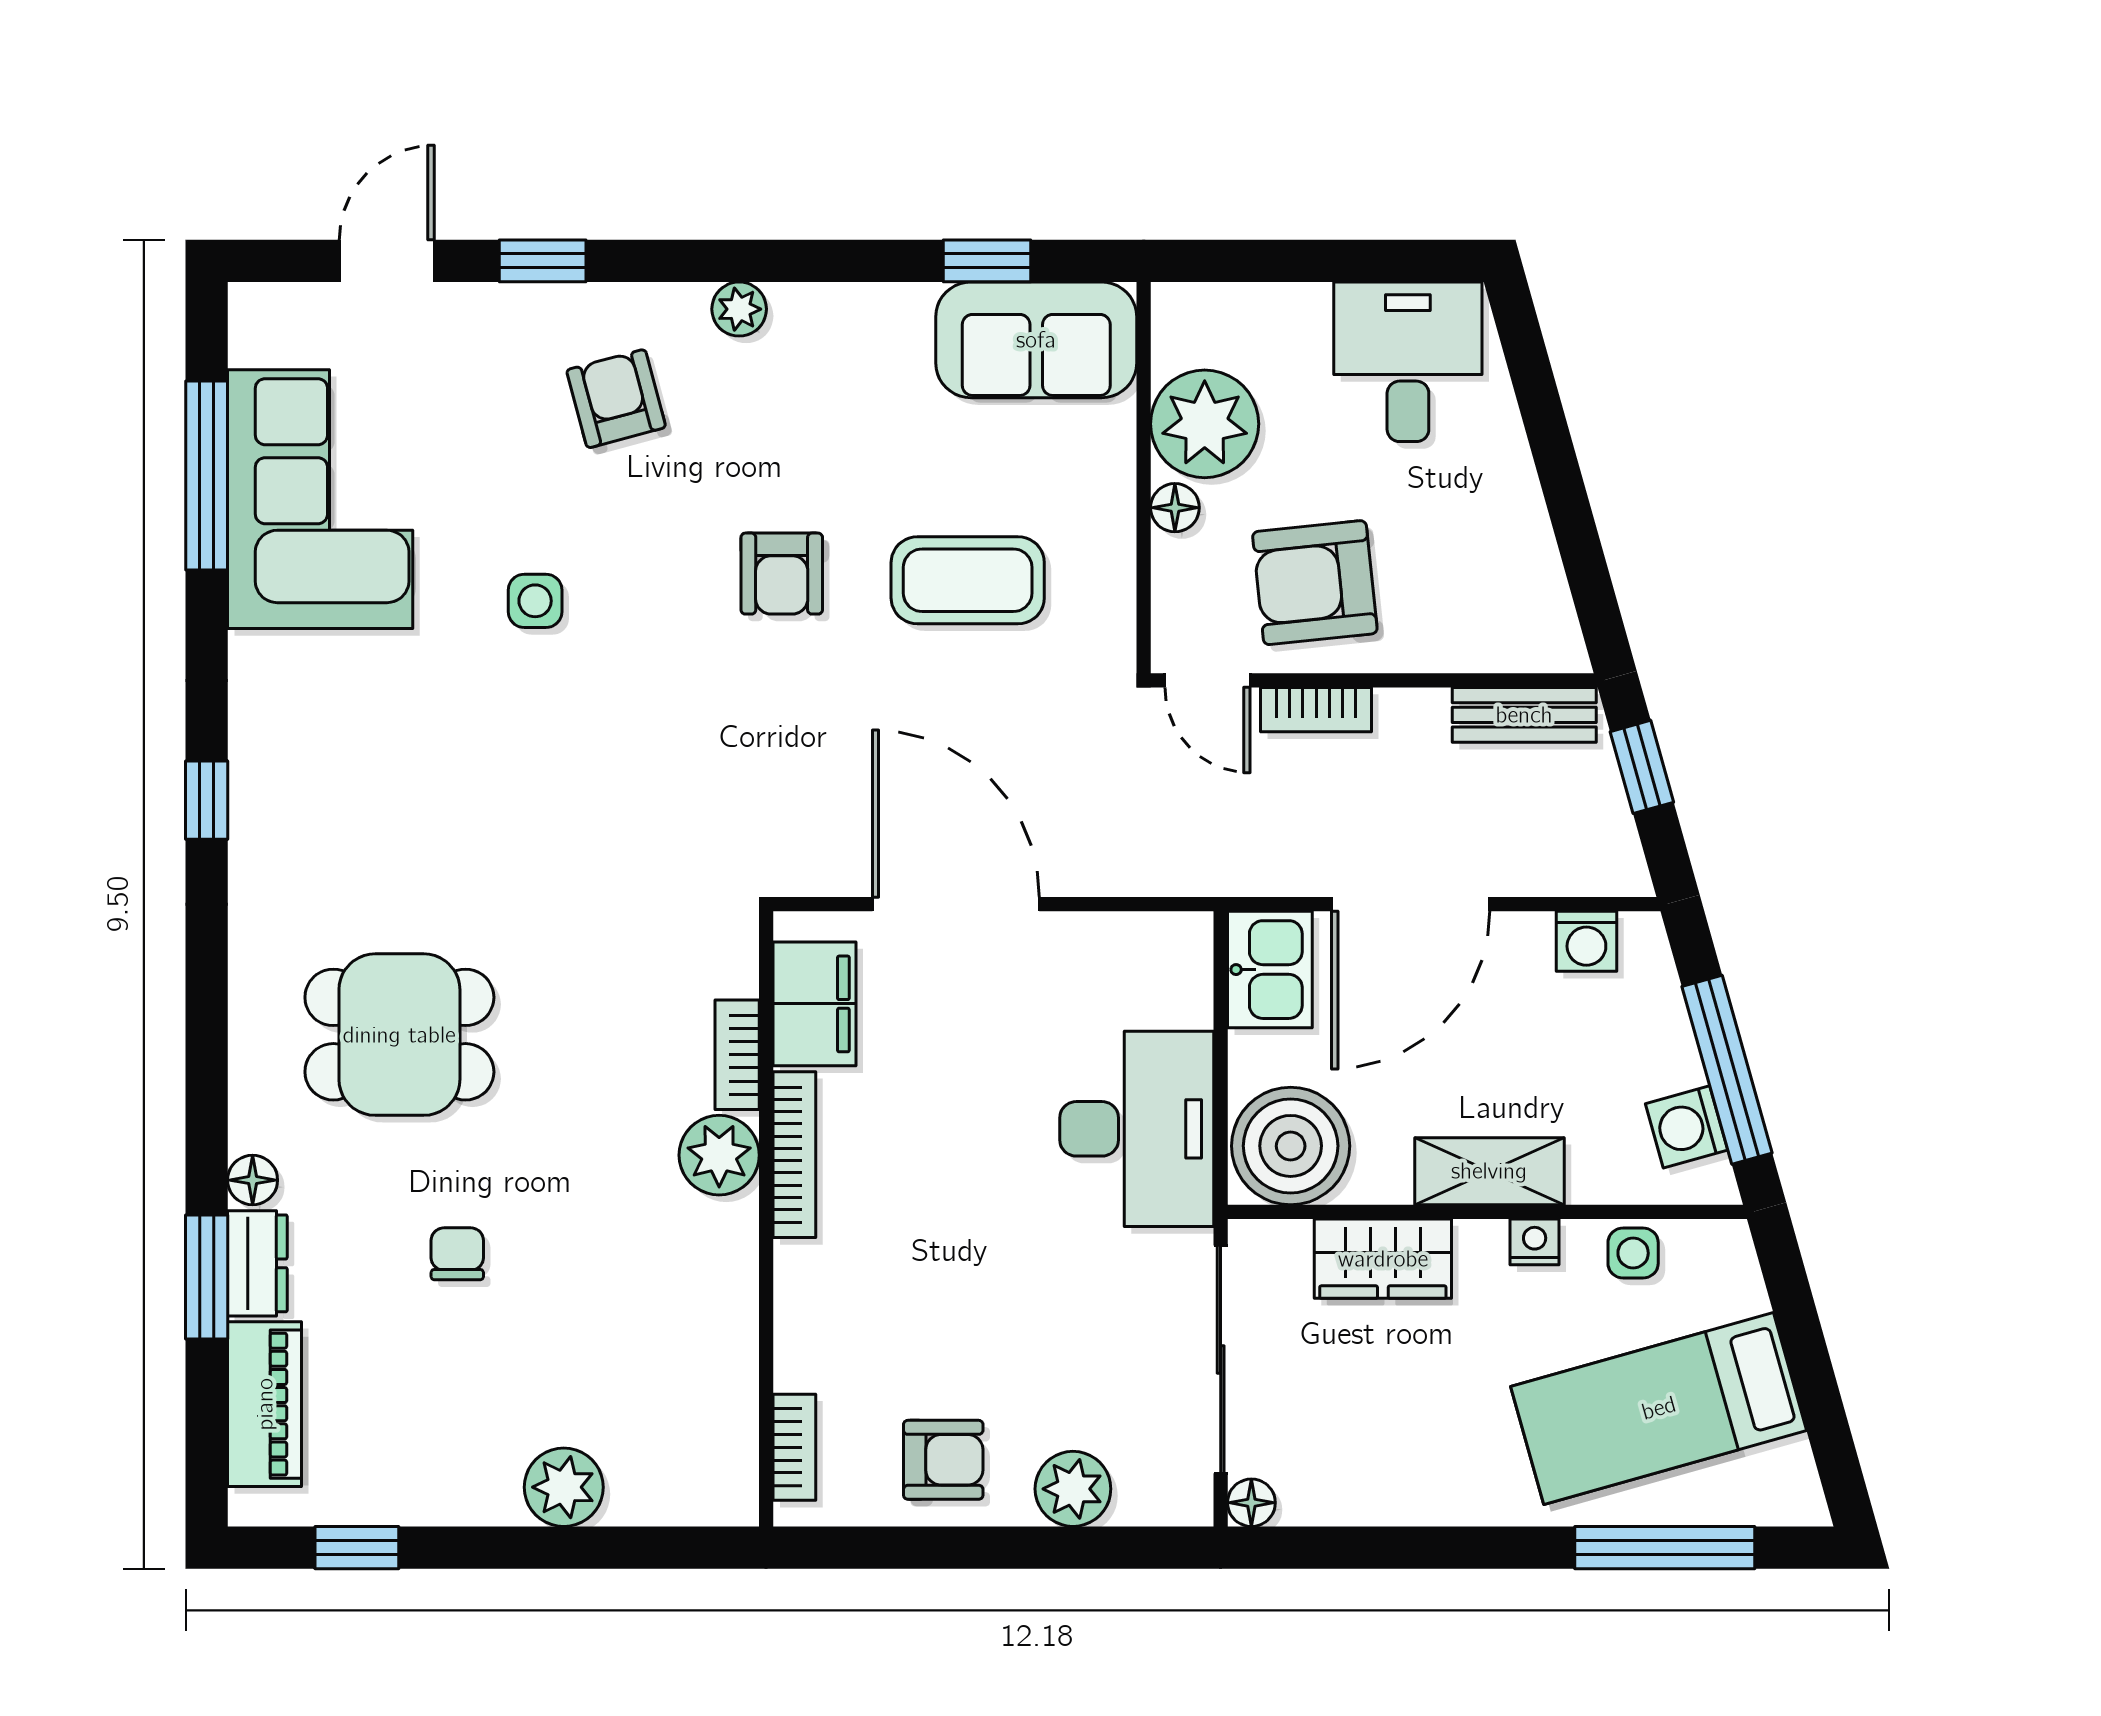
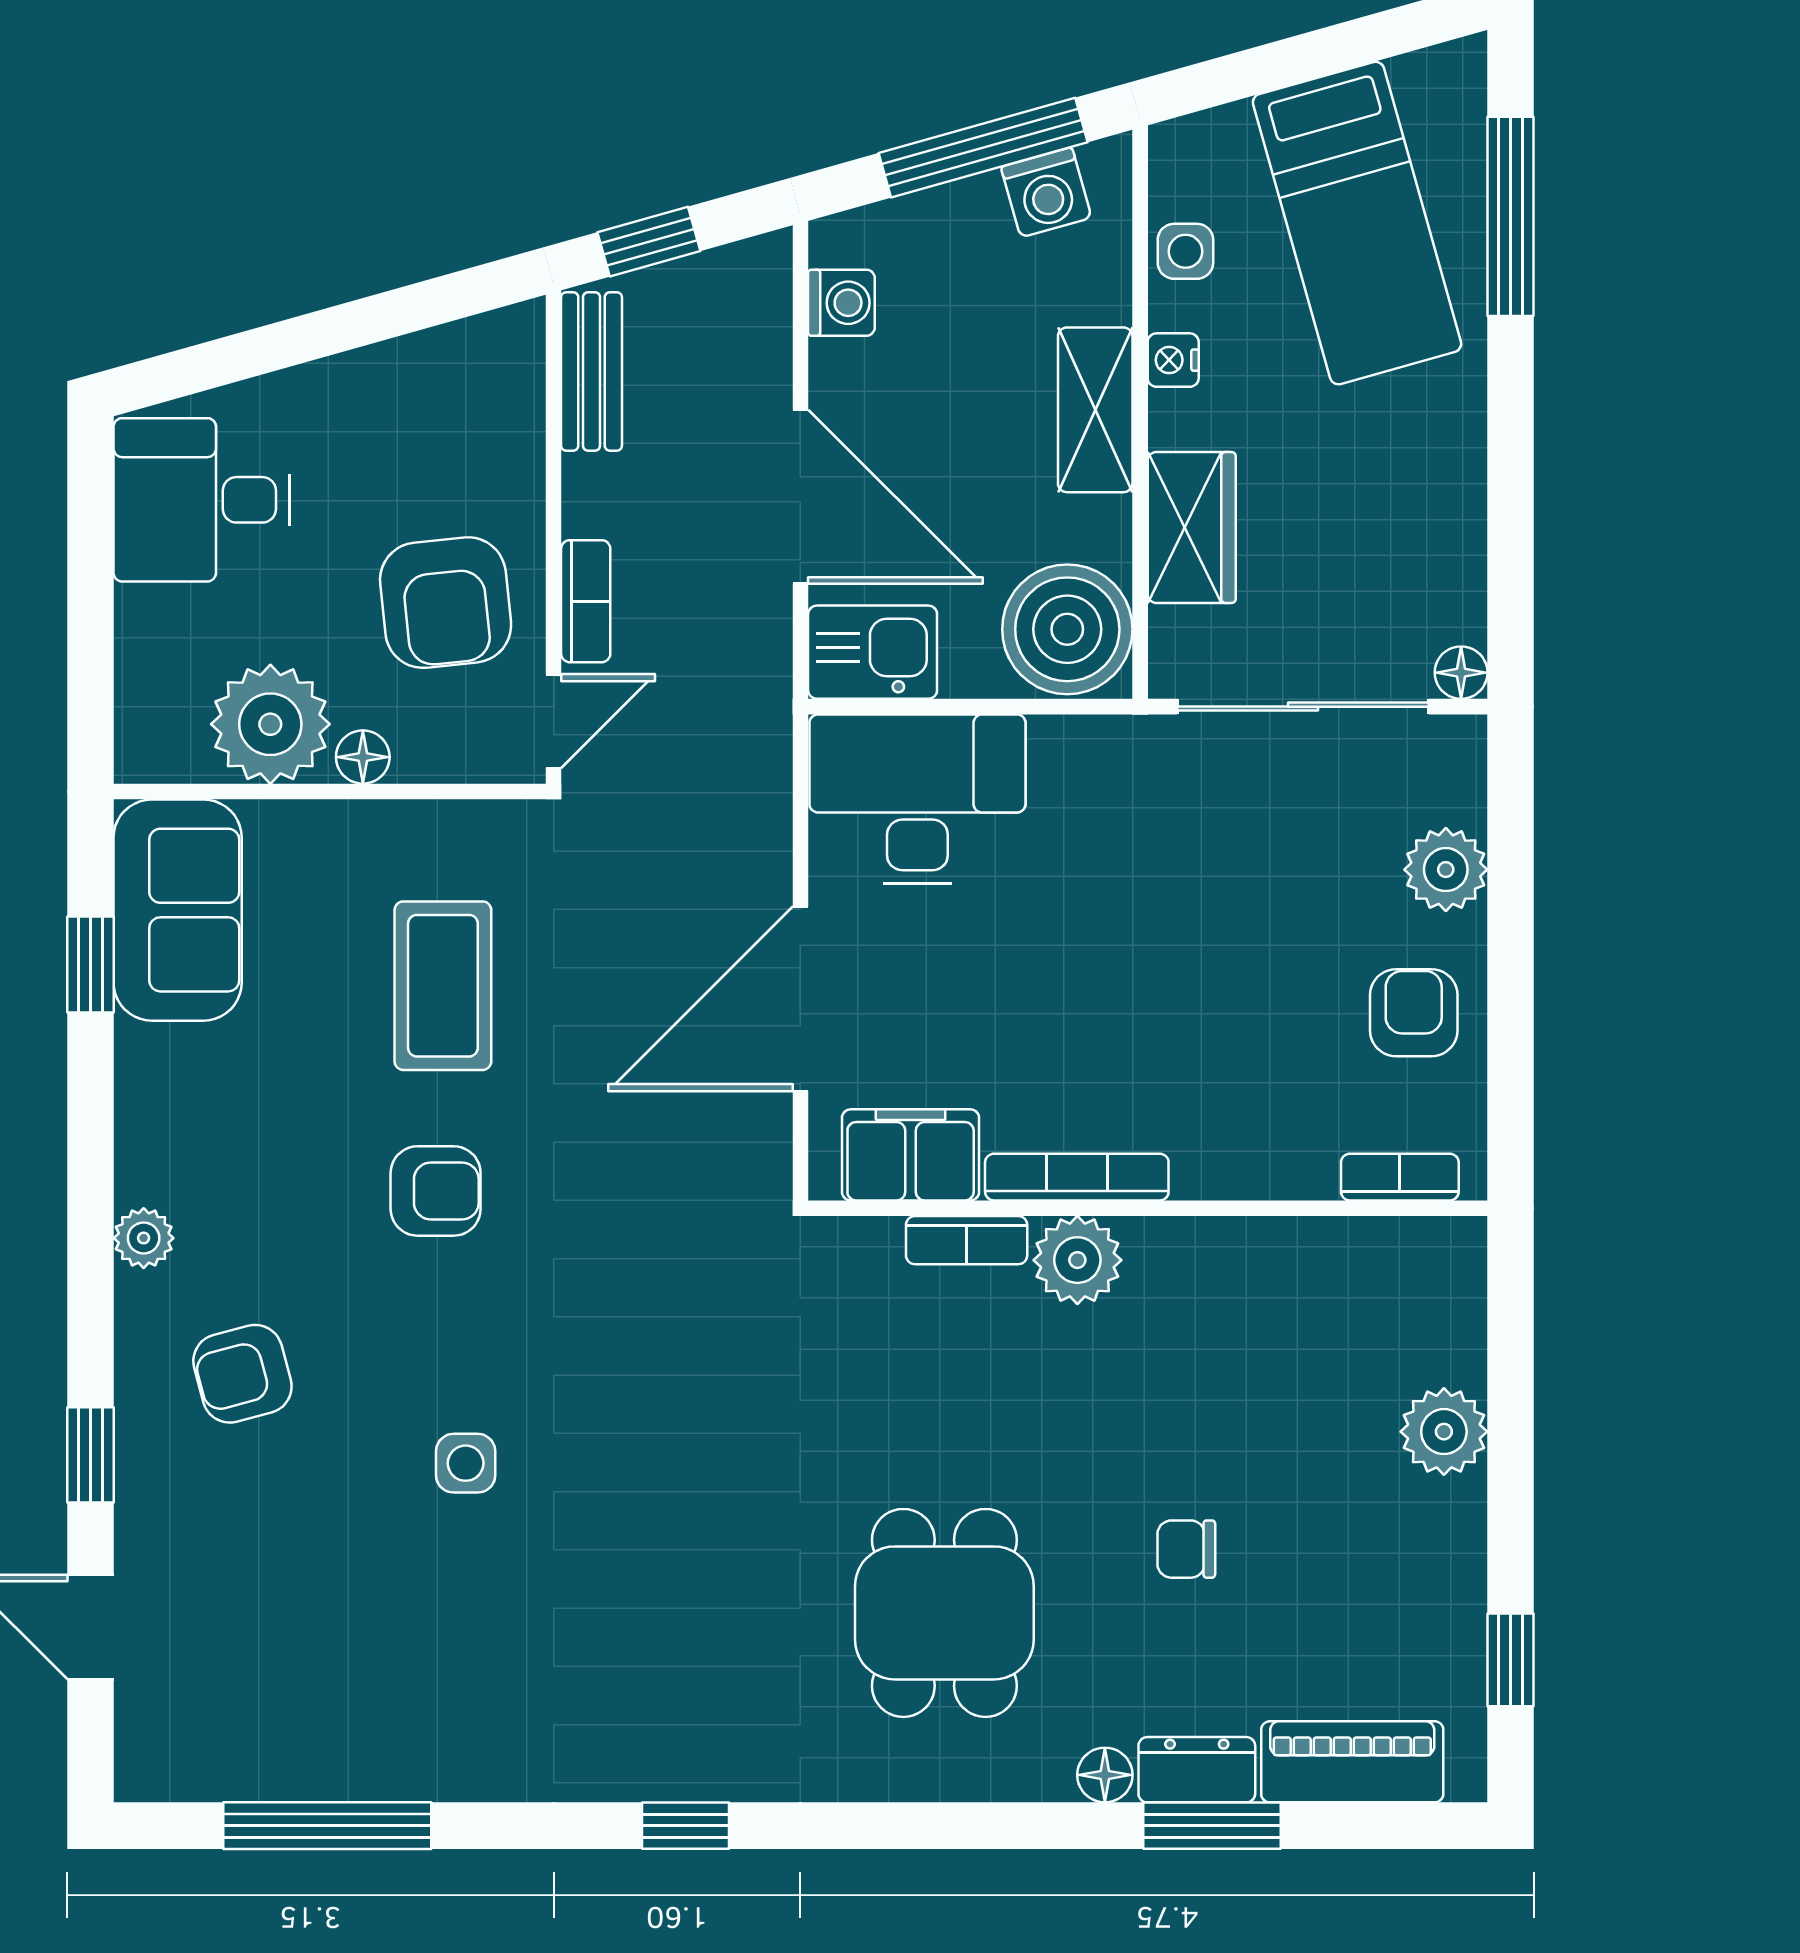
corner sofa: (320, 499) -> (353, 1700), removed
desk: (1137, 1129) -> (917, 799), moved

